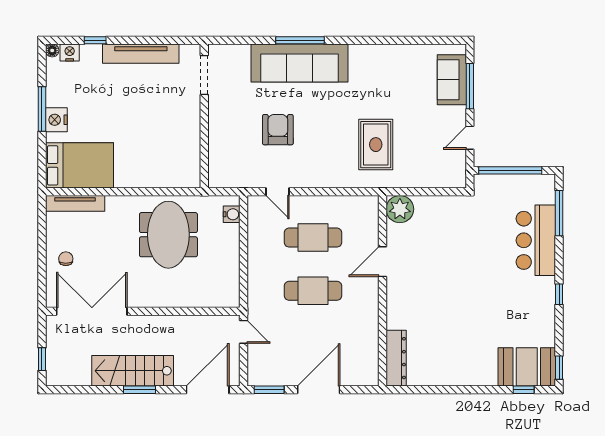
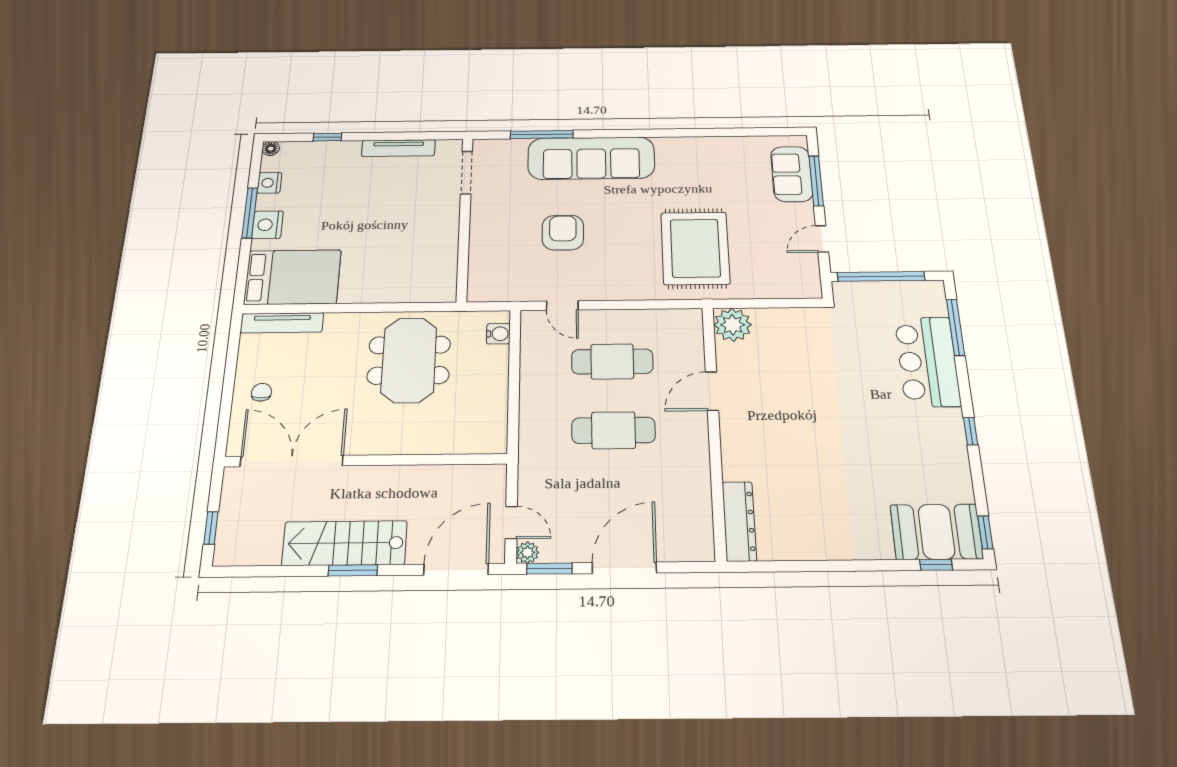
window: (300, 40) -> (542, 134), moved
nightstand: (70, 52) -> (269, 183), moved, turned -90
tv unit: (141, 54) -> (398, 148), width x0.73, depth x0.78
rug: (376, 145) -> (695, 248), width x1.37, depth x1.44
door: (243, 332) -> (511, 522), moved
plant: (255, 379) -> (528, 553), added

